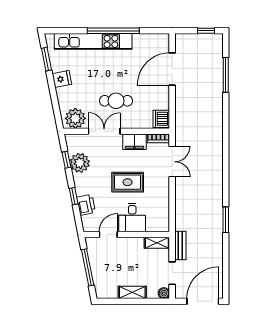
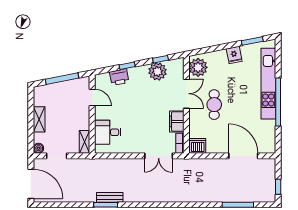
rug: (128, 182) -> (140, 115), removed
desk: (132, 217) -> (108, 132), moved
bench: (180, 245) -> (110, 197), moved

